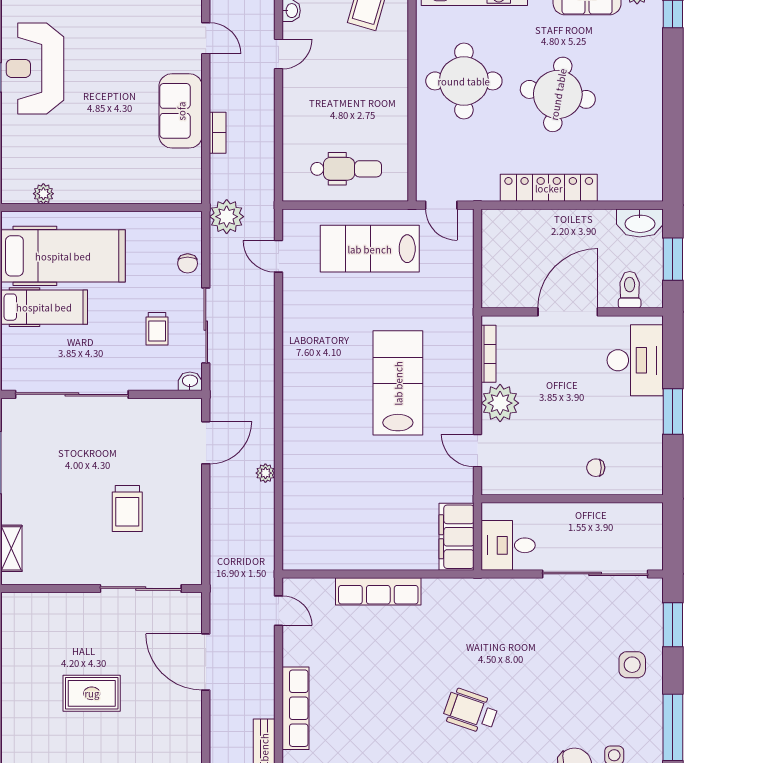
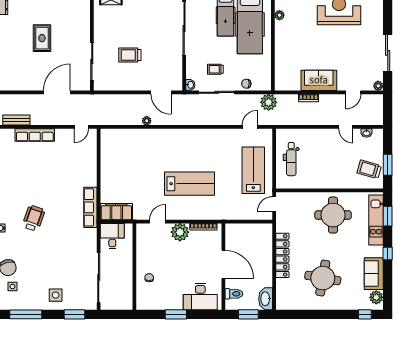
round table: (558, 94) -> (323, 278), moved
row of seats: (378, 591) -> (90, 207), moved

